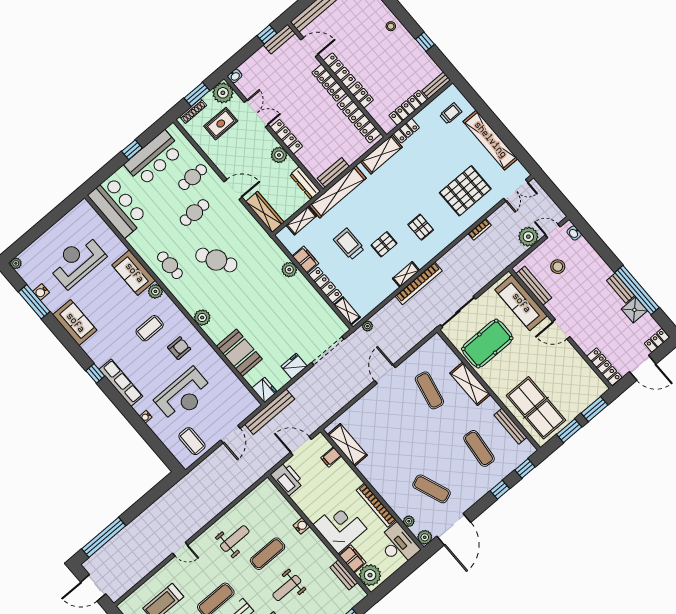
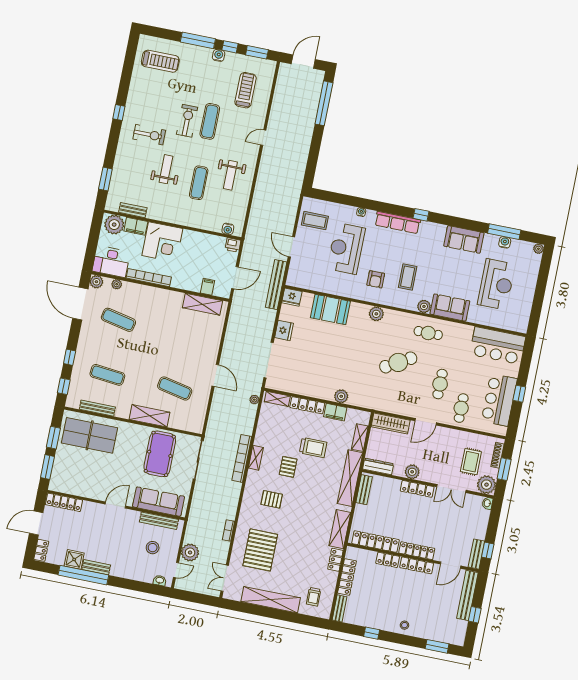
printer: (287, 479) -> (233, 245), width x0.53, depth x0.68
exercise mat: (432, 489) -> (118, 320), turned 33
water cooler: (301, 526) -> (228, 229), moved

